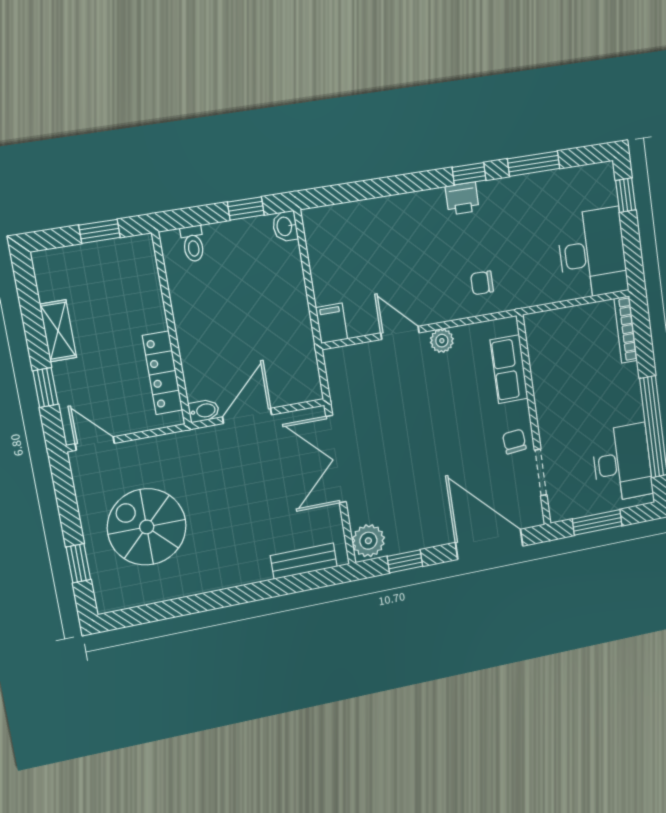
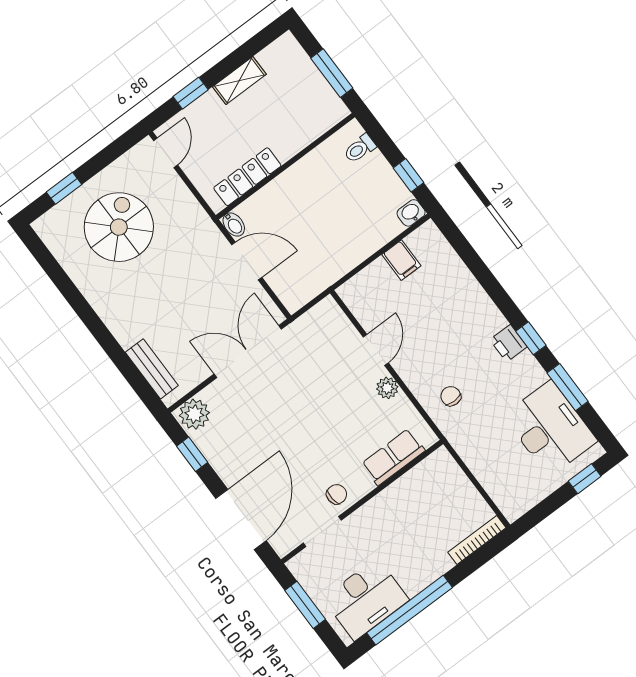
window: (99, 231) -> (332, 73), width x1.50
desk: (592, 253) -> (550, 428), moved, turned -90
filing cabinet: (332, 323) -> (401, 260), moved, turned 90

